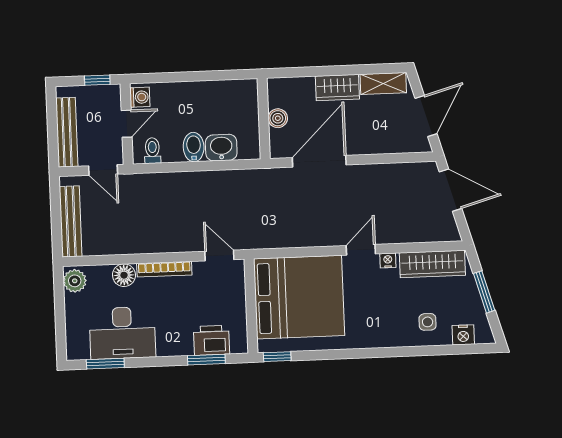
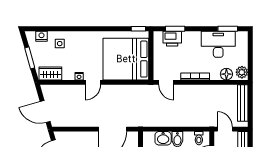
wardrobe: (432, 264) -> (50, 74), width x0.67
floor lamp: (124, 275) -> (226, 74), moved

